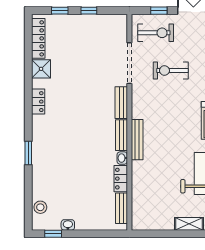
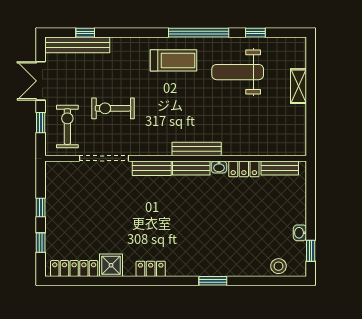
exercise bike: (171, 71) -> (113, 108), turned 90

